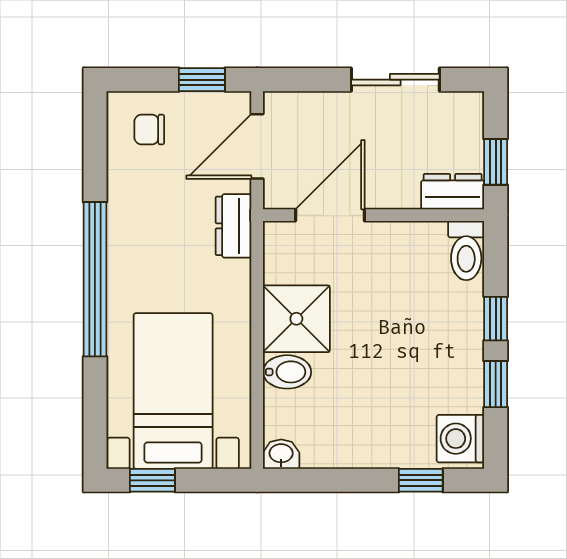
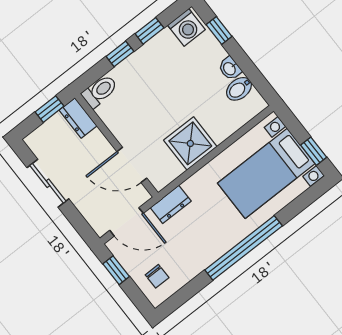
bidet: (287, 372) -> (239, 89), moved, turned -90
washbasin: (281, 454) -> (230, 68), moved

